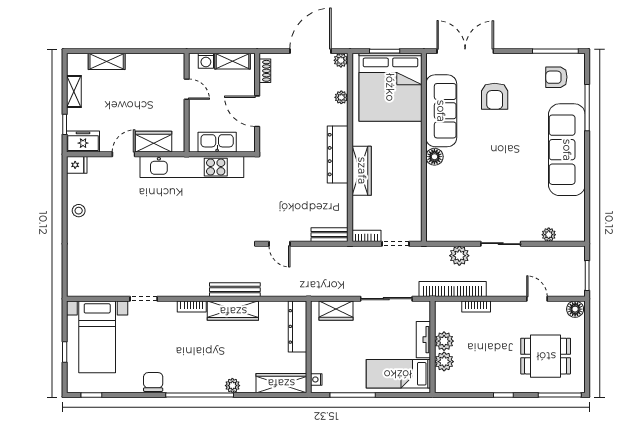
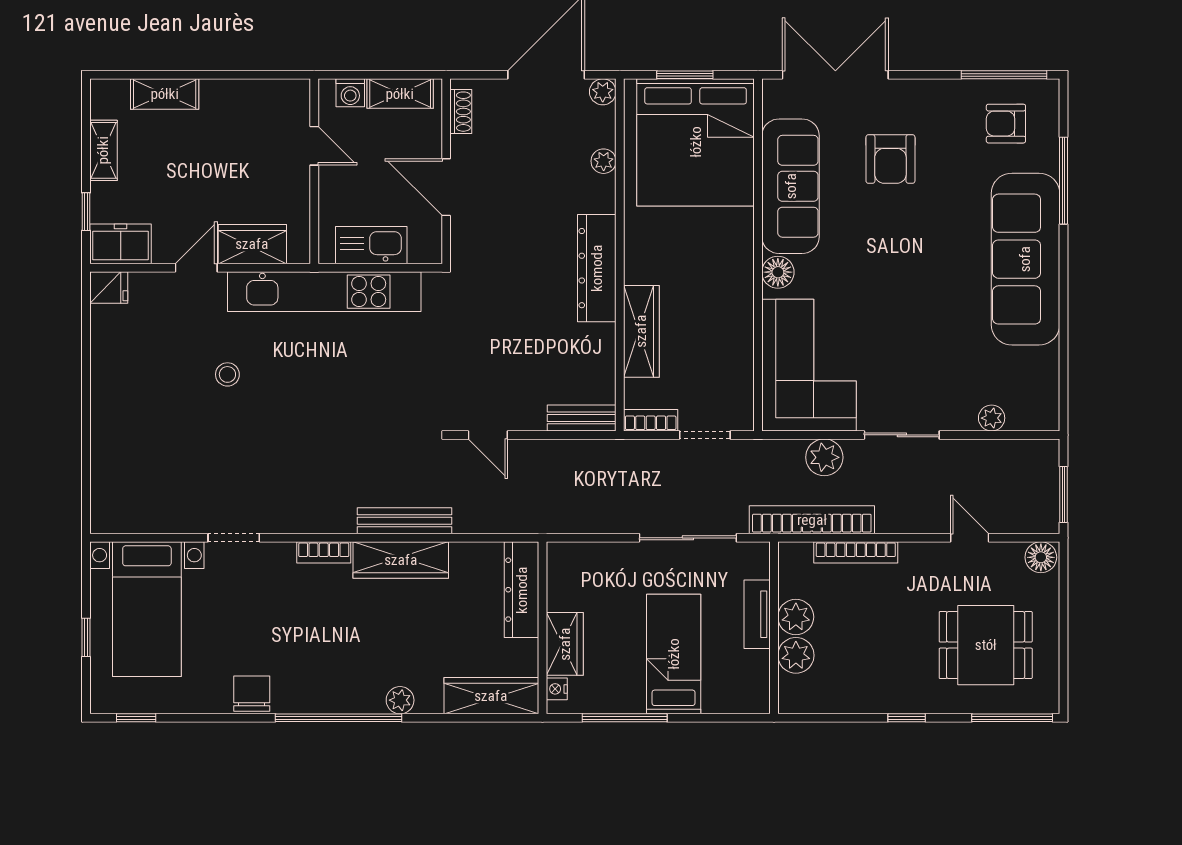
wardrobe: (362, 171) -> (641, 331), moved
corner sofa: (451, 206) -> (809, 365), added
stool: (79, 211) -> (227, 374), moved
bookcase: (476, 306) -> (856, 552), width x1.56
wardrobe: (336, 311) -> (565, 644), moved, turned -90
bed: (398, 374) -> (674, 654), moved, turned 90

